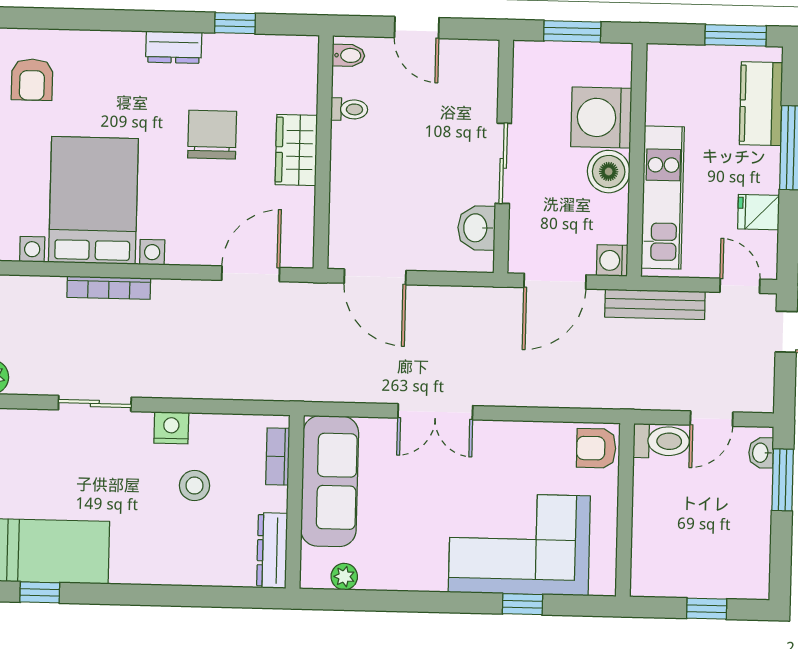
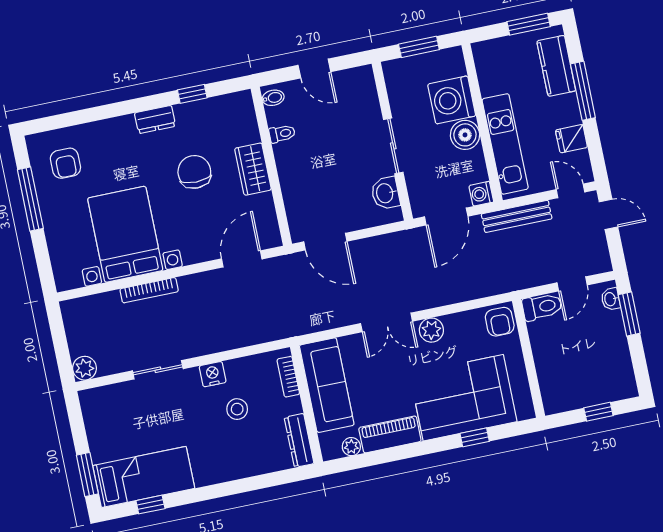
plant: (496, 438) -> (431, 330), added
armchair: (596, 448) -> (500, 322), turned -90
piano: (403, 572) -> (390, 434), added

